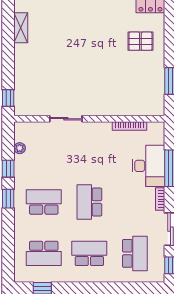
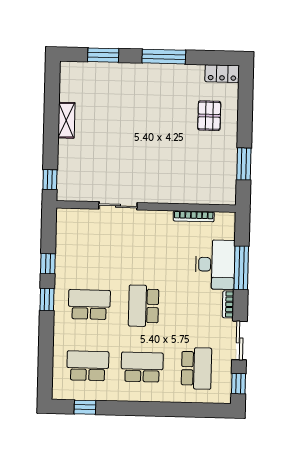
shelving: (21, 28) -> (66, 120), moved
pallet: (140, 41) -> (209, 116), turned 90
plant: (20, 148) -> (62, 240), removed
school desk: (44, 253) -> (88, 366), turned 180

